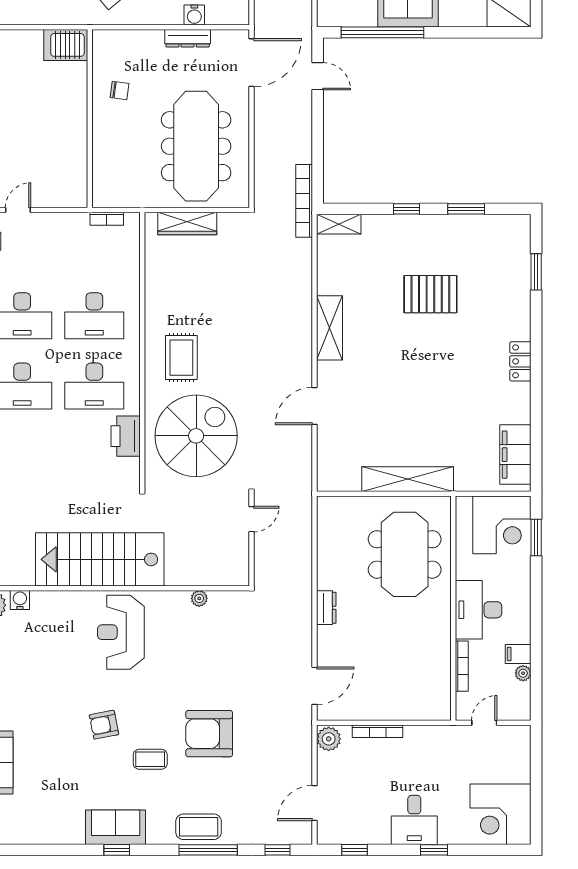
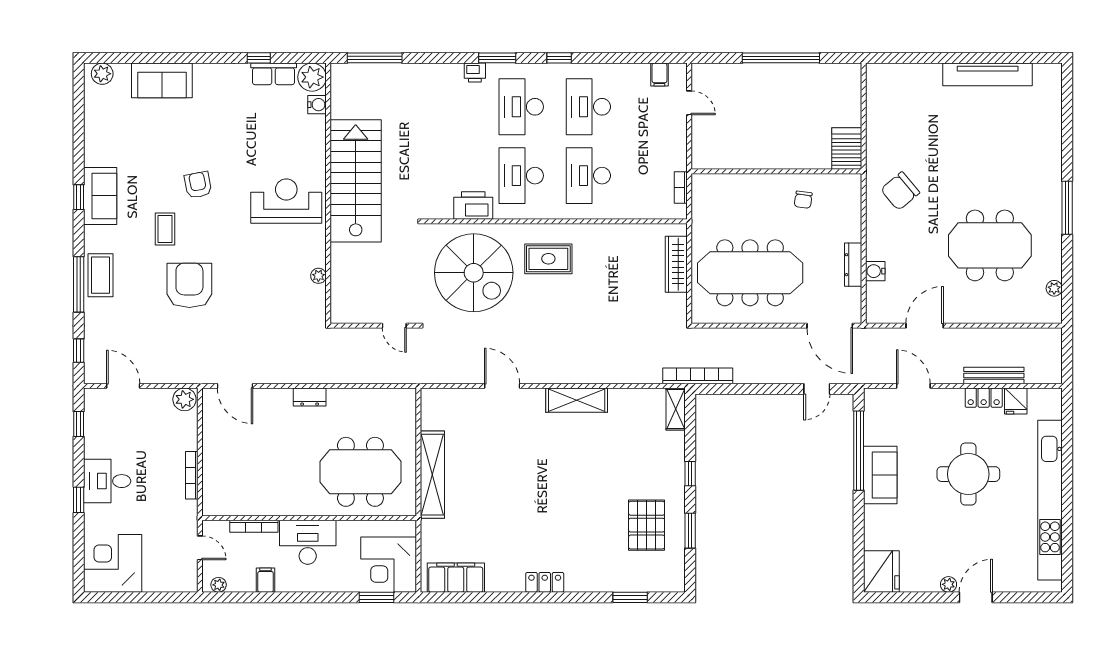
pallet: (430, 294) -> (647, 525), moved
plant: (523, 673) -> (219, 585), moved
bookcase: (377, 731) -> (192, 475), moved

